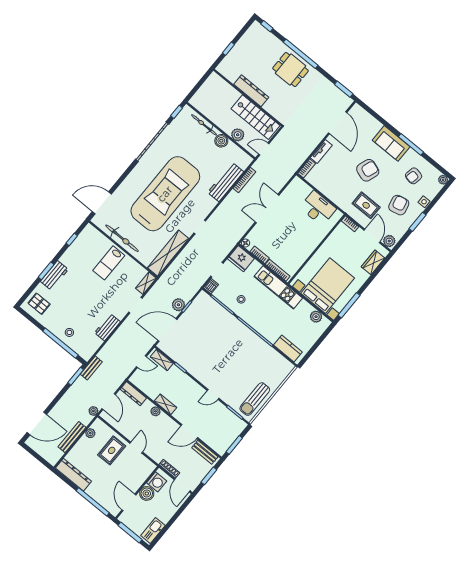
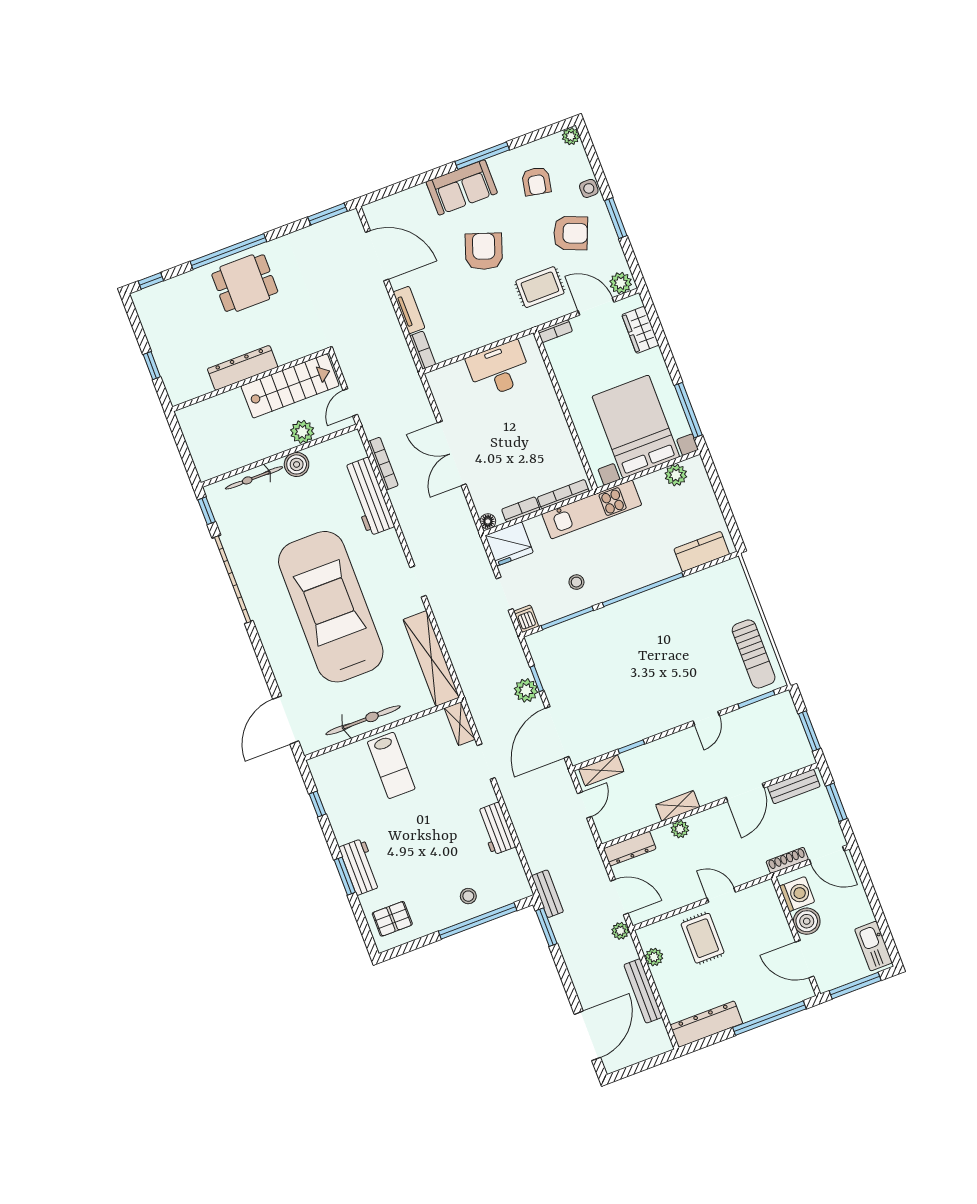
armchair: (399, 205) -> (571, 233), turned 125

